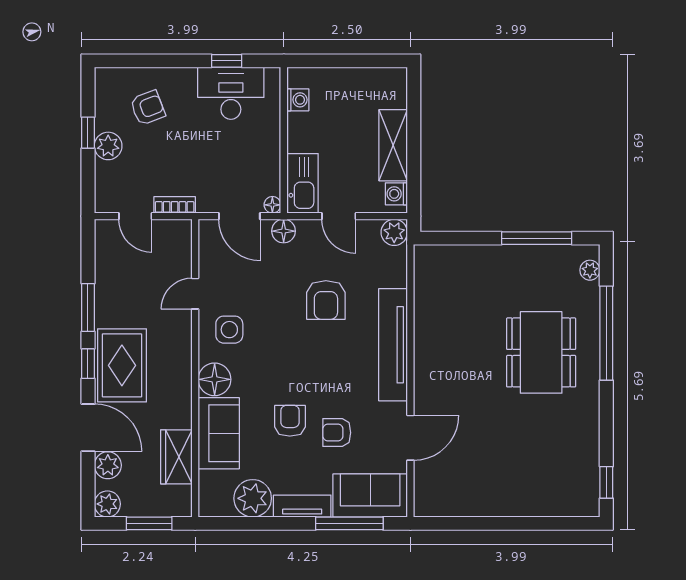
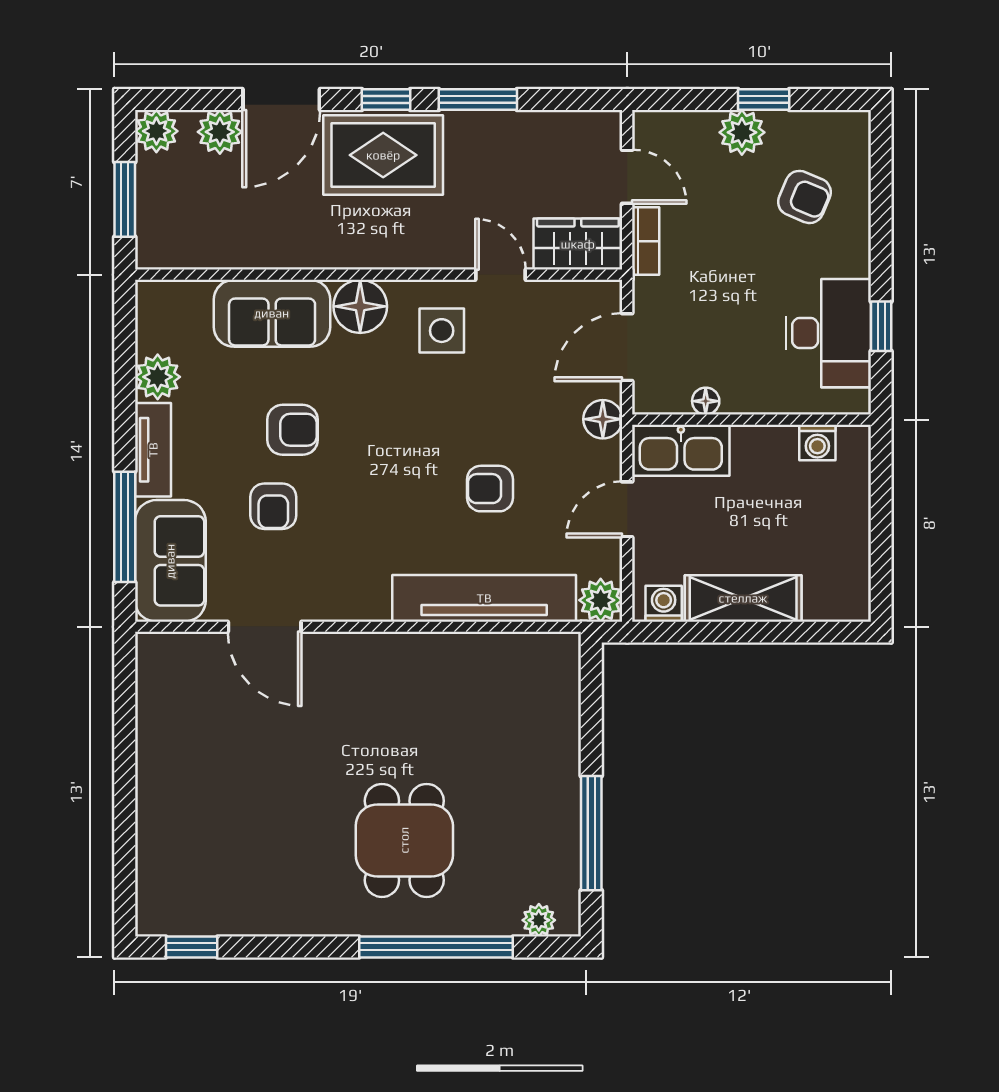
armchair: (148, 108) -> (804, 197), turned -46
floor lamp: (272, 205) -> (706, 401), moved
door: (135, 216) -> (627, 177), swing flipped
armchair: (326, 300) -> (490, 489), width x0.72, depth x0.72
tv unit: (393, 345) -> (484, 598), moved
dining table: (541, 352) -> (404, 840), width x0.73
armchair: (337, 433) -> (273, 506), turned 180
wardrobe: (176, 457) -> (578, 244), moved
plant: (253, 498) -> (158, 377), width x0.73, depth x0.73

